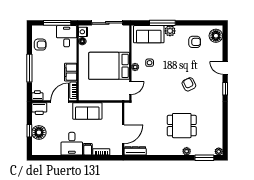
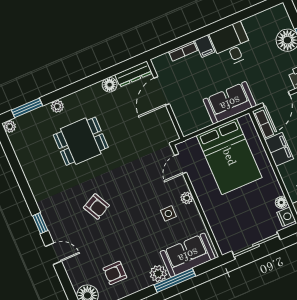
bed: (109, 66) -> (229, 157), moved, turned 90
floor lamp: (151, 151) -> (110, 85), added

